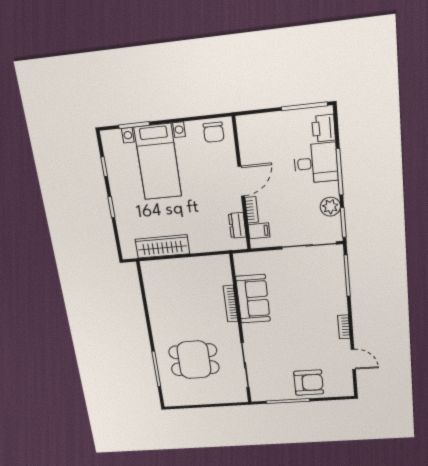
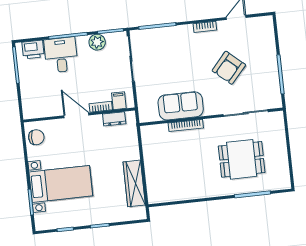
dining table: (194, 360) -> (242, 159), turned 90
armchair: (309, 383) -> (229, 68), moved, turned -139

